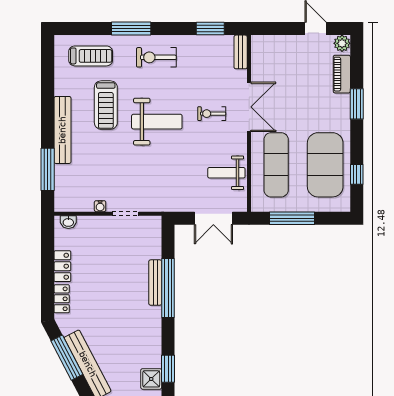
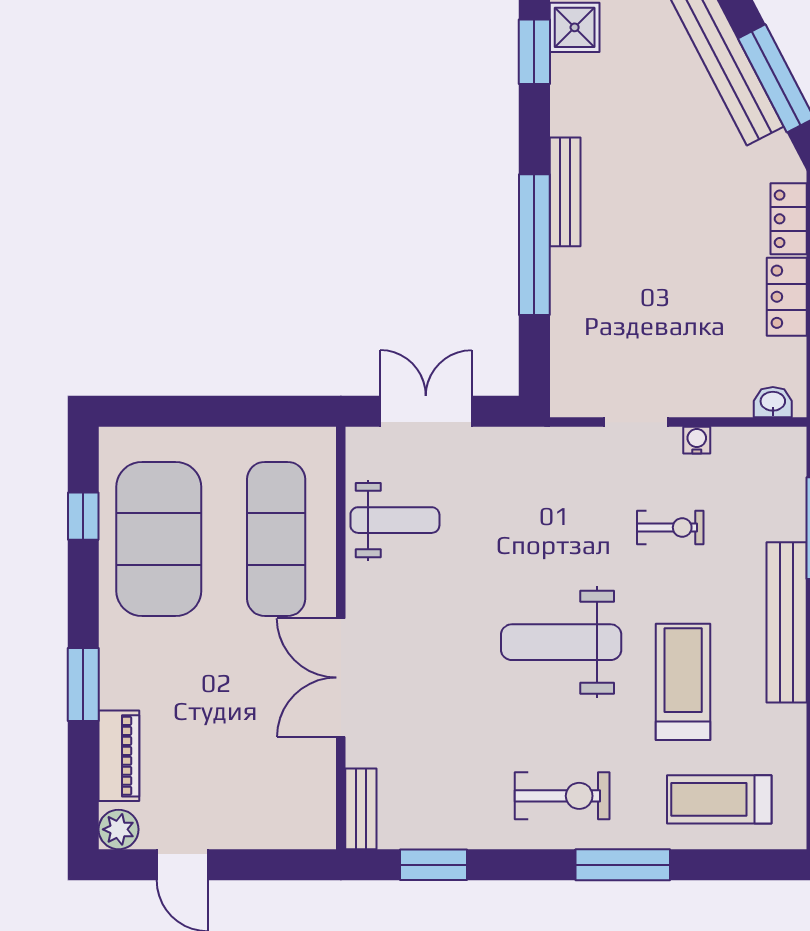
exercise bike: (212, 114) -> (670, 527), moved
window: (292, 218) -> (238, 411), removed
bench: (155, 283) -> (565, 192), moved

